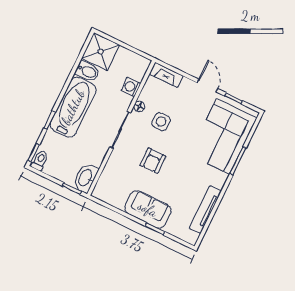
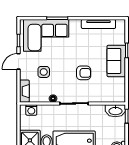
washing machine: (131, 87) -> (31, 110), moved
side table: (161, 122) -> (44, 72), moved

